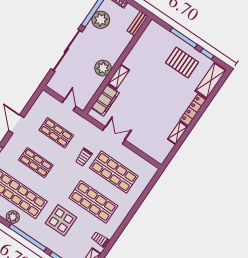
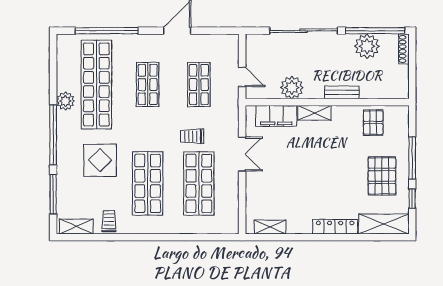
bench: (137, 24) -> (342, 92), moved
pallet: (148, 46) -> (373, 123), added
plant: (103, 68) -> (292, 88), moved
door: (69, 105) -> (242, 77), hinge flipped
shelving: (178, 133) -> (270, 227), moved

